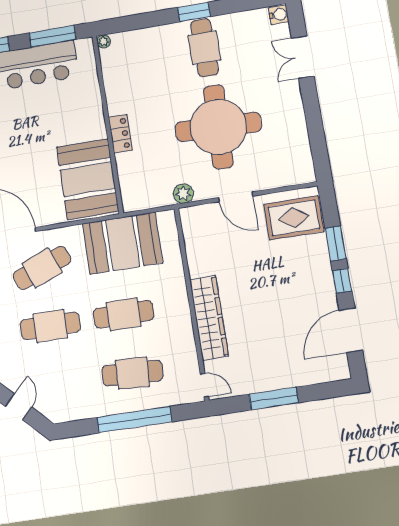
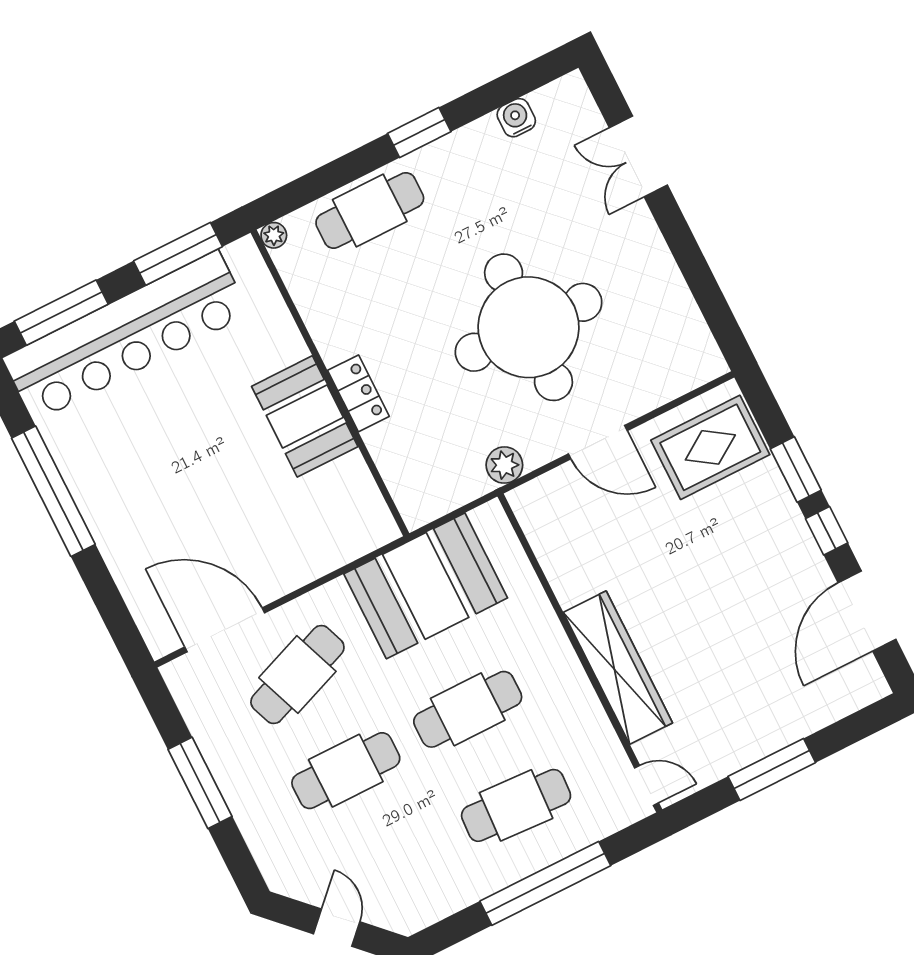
water cooler: (279, 15) -> (516, 118), moved, turned -90
cafe table: (204, 48) -> (370, 210), moved, turned 90
booth: (88, 179) -> (305, 416), moved, width x0.73, depth x0.70

